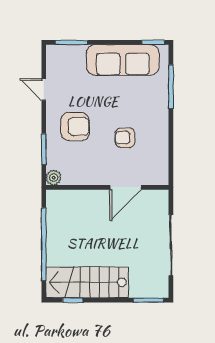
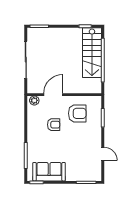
sofa: (123, 60) -> (49, 172), width x0.73
armchair: (75, 126) -> (77, 113), moved, turned 180
plant: (54, 178) -> (34, 100), moved
stairs: (87, 282) -> (92, 53), moved, turned 90

